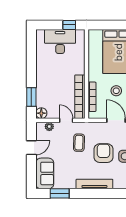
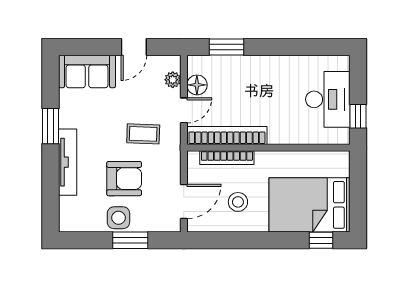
floor lamp: (41, 113) -> (197, 85), moved
door: (31, 148) -> (134, 47), hinge flipped
window: (60, 193) -> (51, 126), moved

